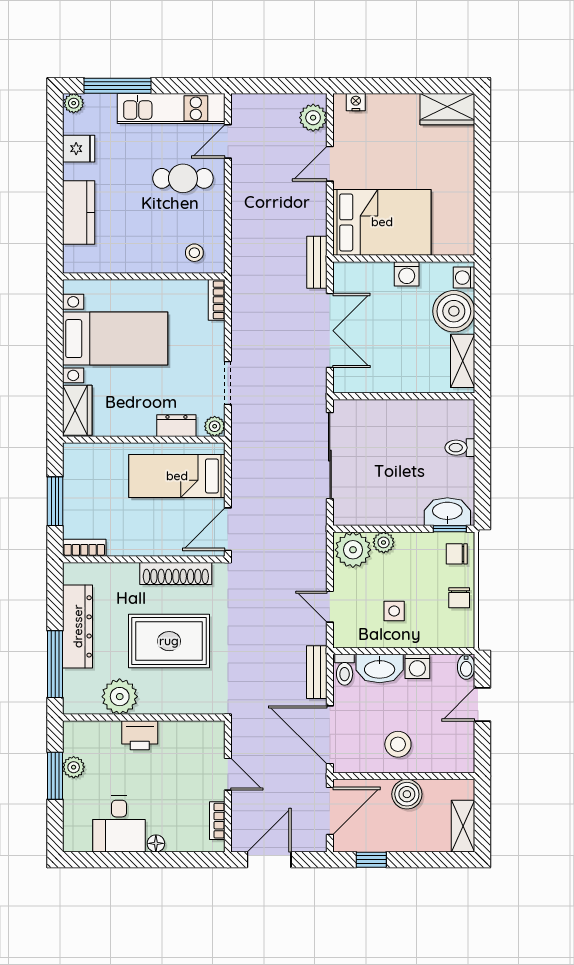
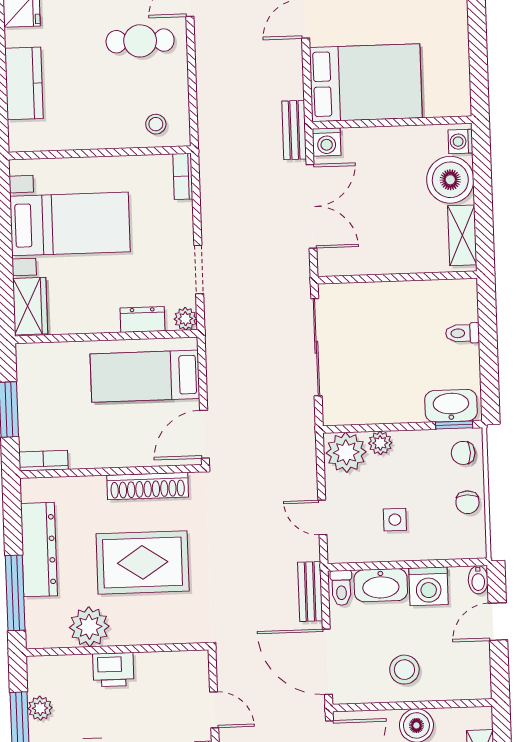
washing machine: (407, 274) -> (327, 142), moved
washing machine: (417, 666) -> (429, 586), width x1.38, depth x1.38

